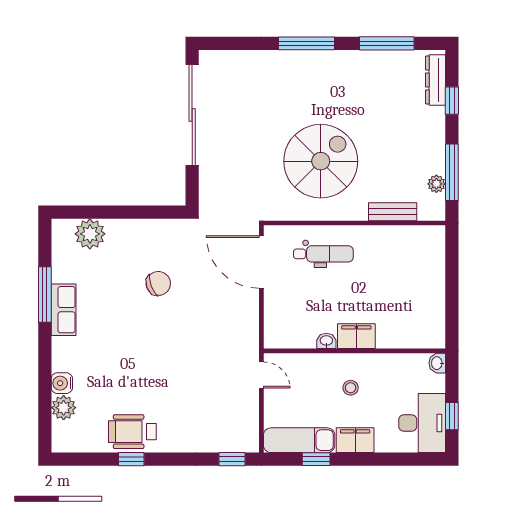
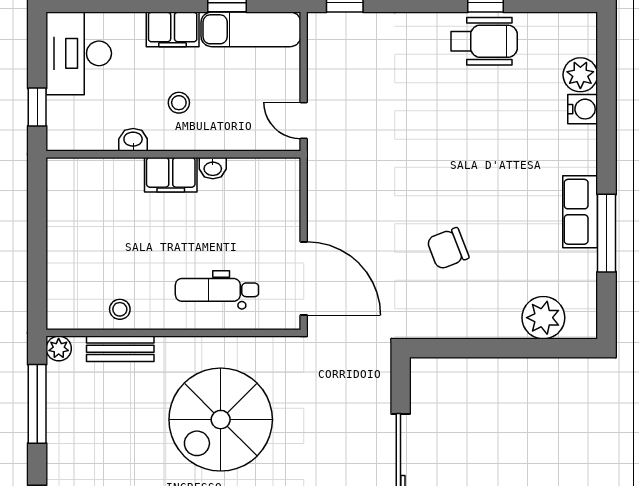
plant: (436, 184) -> (59, 348), moved
stool: (393, 240) -> (120, 309), added
washbasin: (437, 363) -> (133, 140), moved, turned -90
window: (452, 416) -> (37, 107), moved

